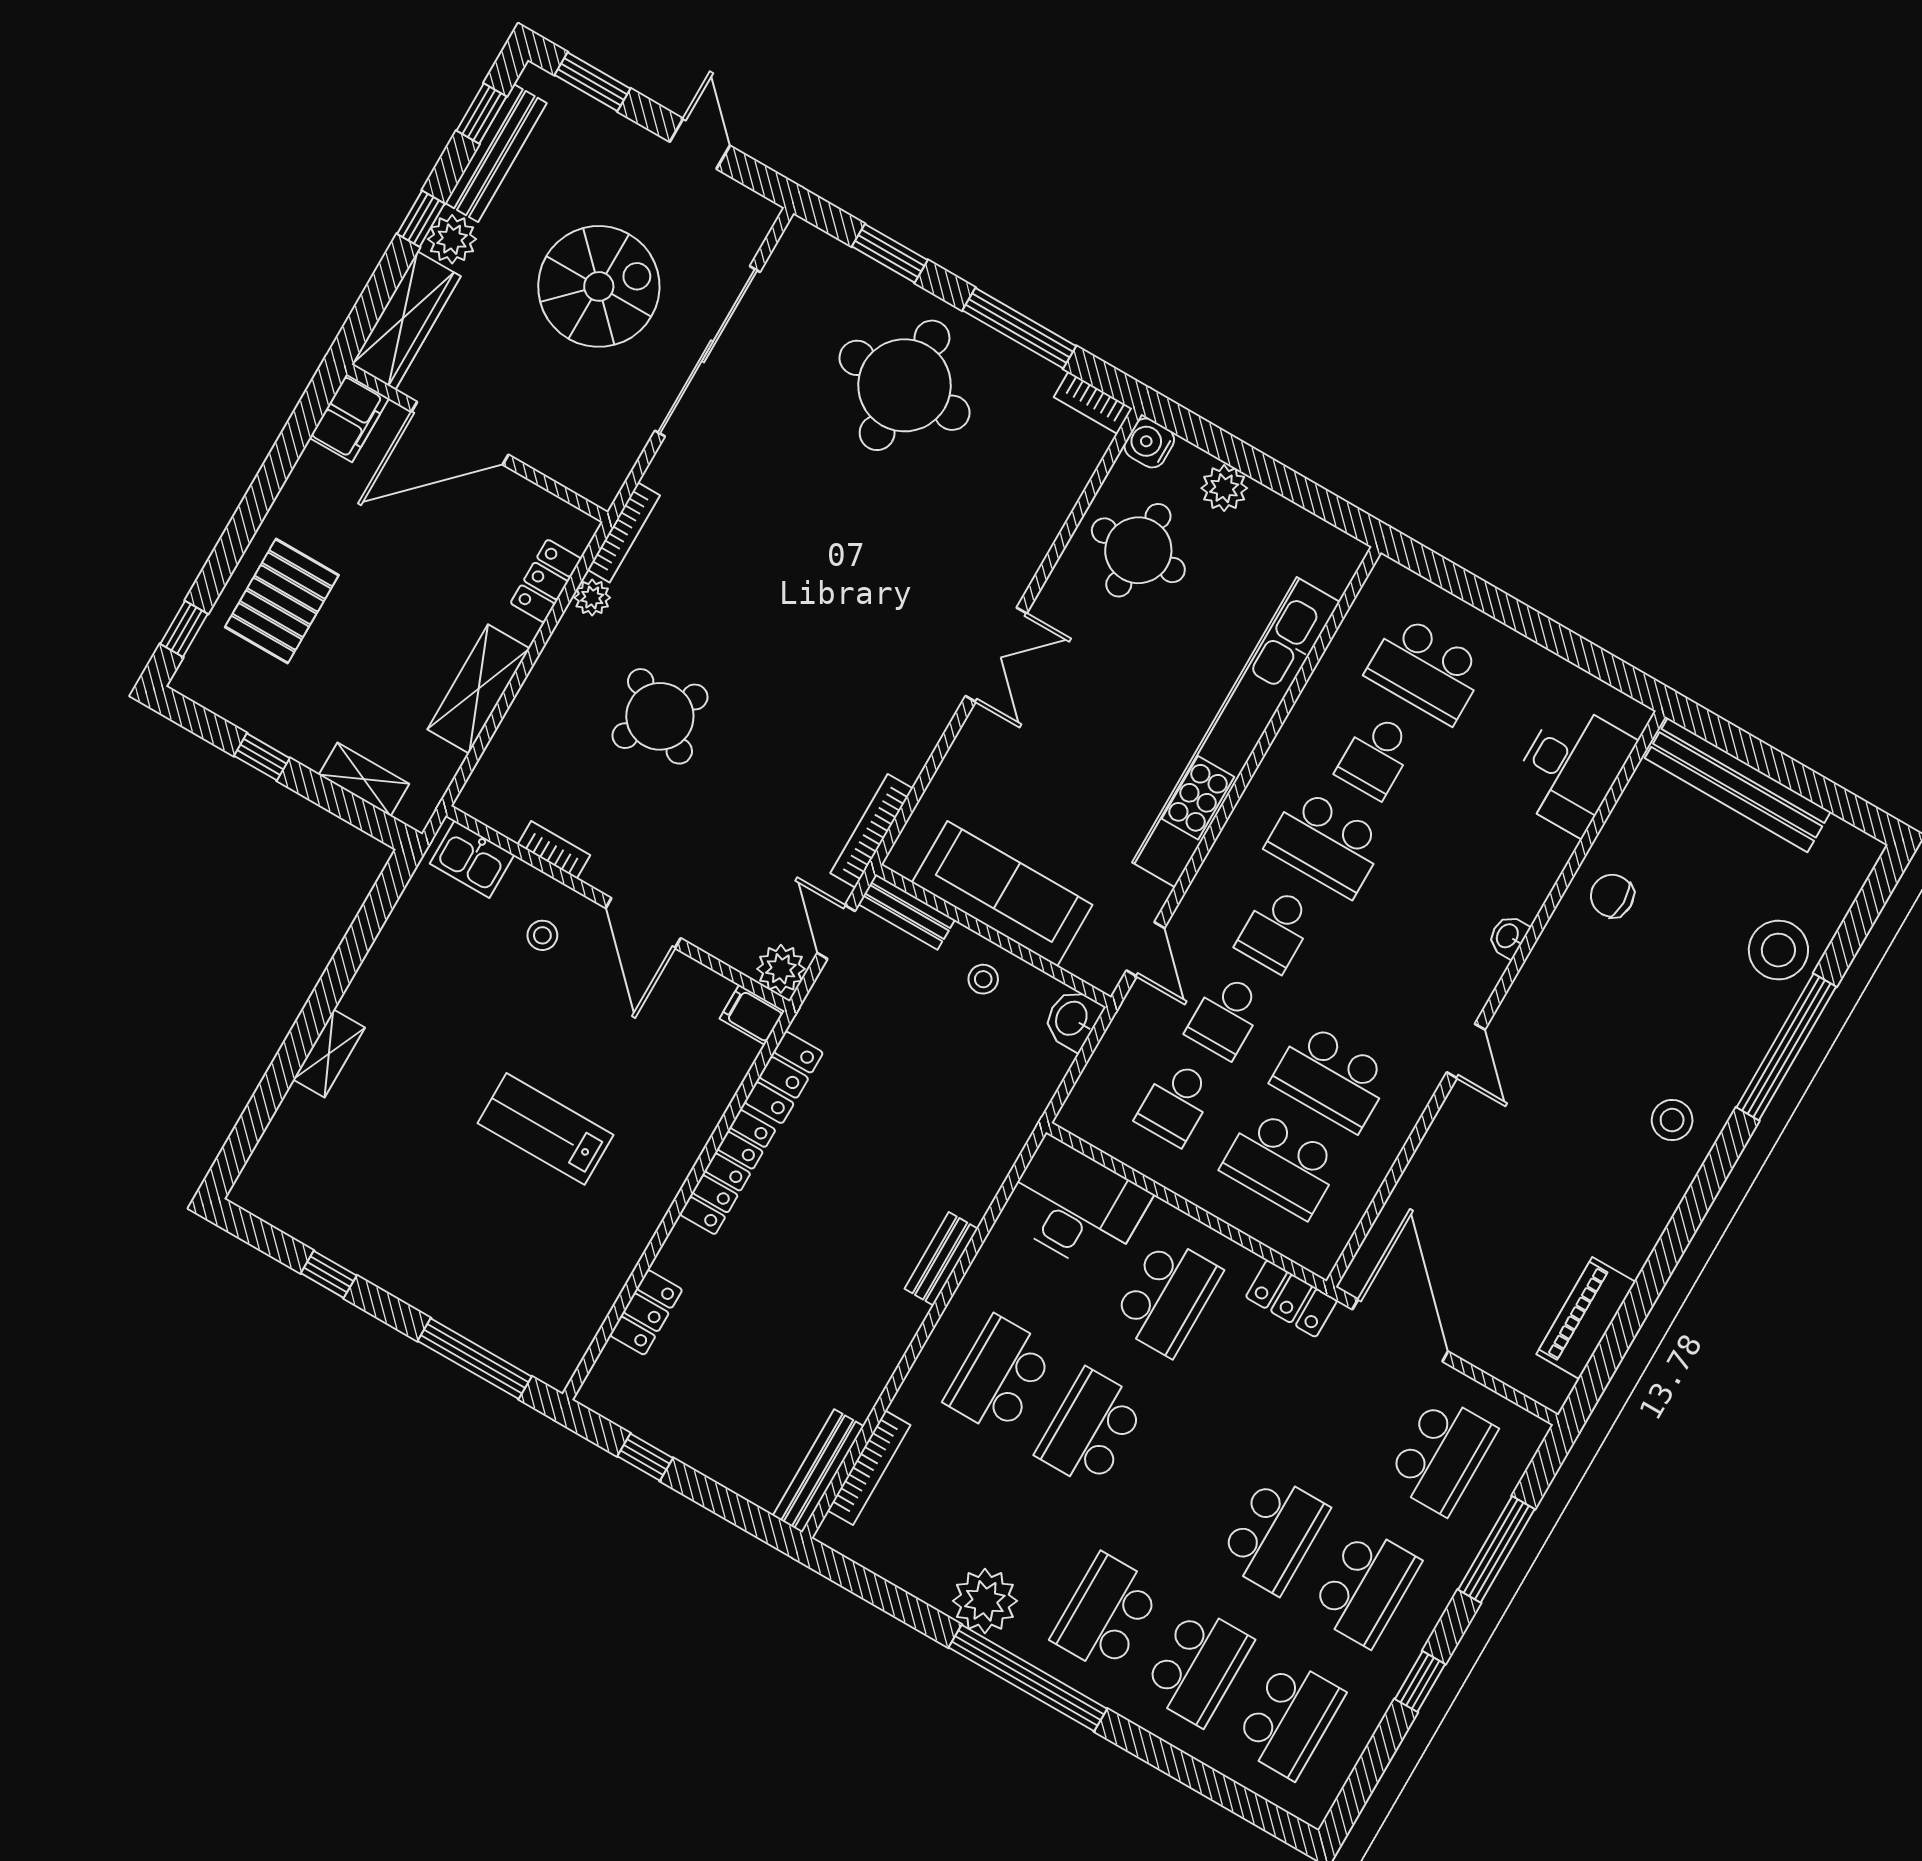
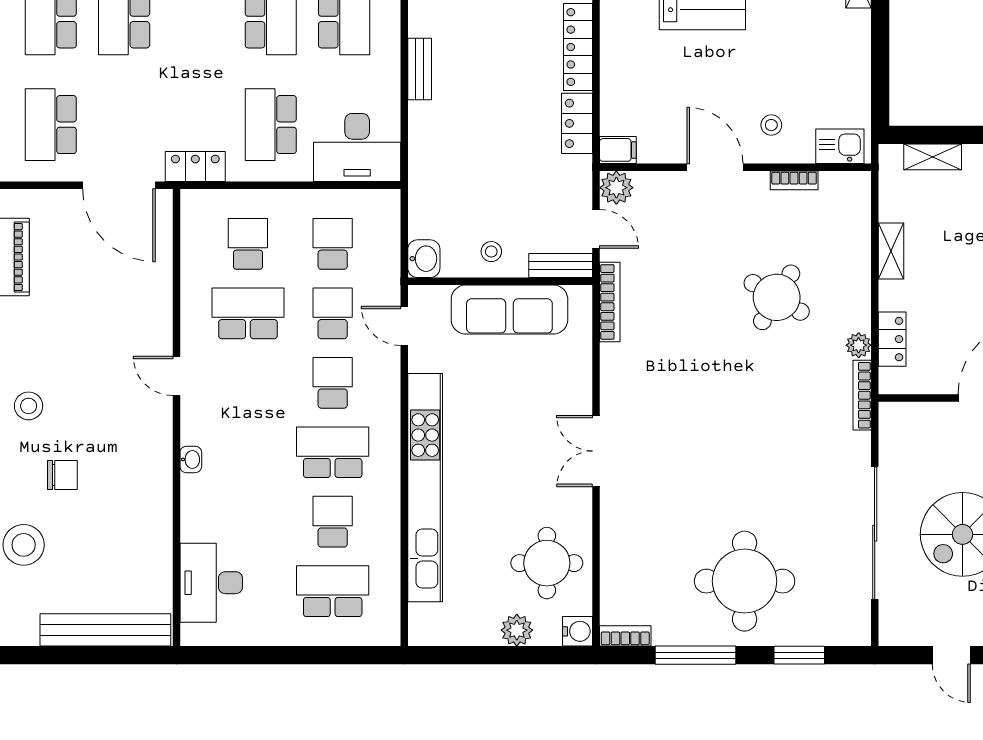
shelving: (479, 689) -> (891, 251), width x0.67, depth x0.75
chair: (1612, 896) -> (62, 475), moved
school desk: (1281, 1164) -> (248, 244), width x0.54

